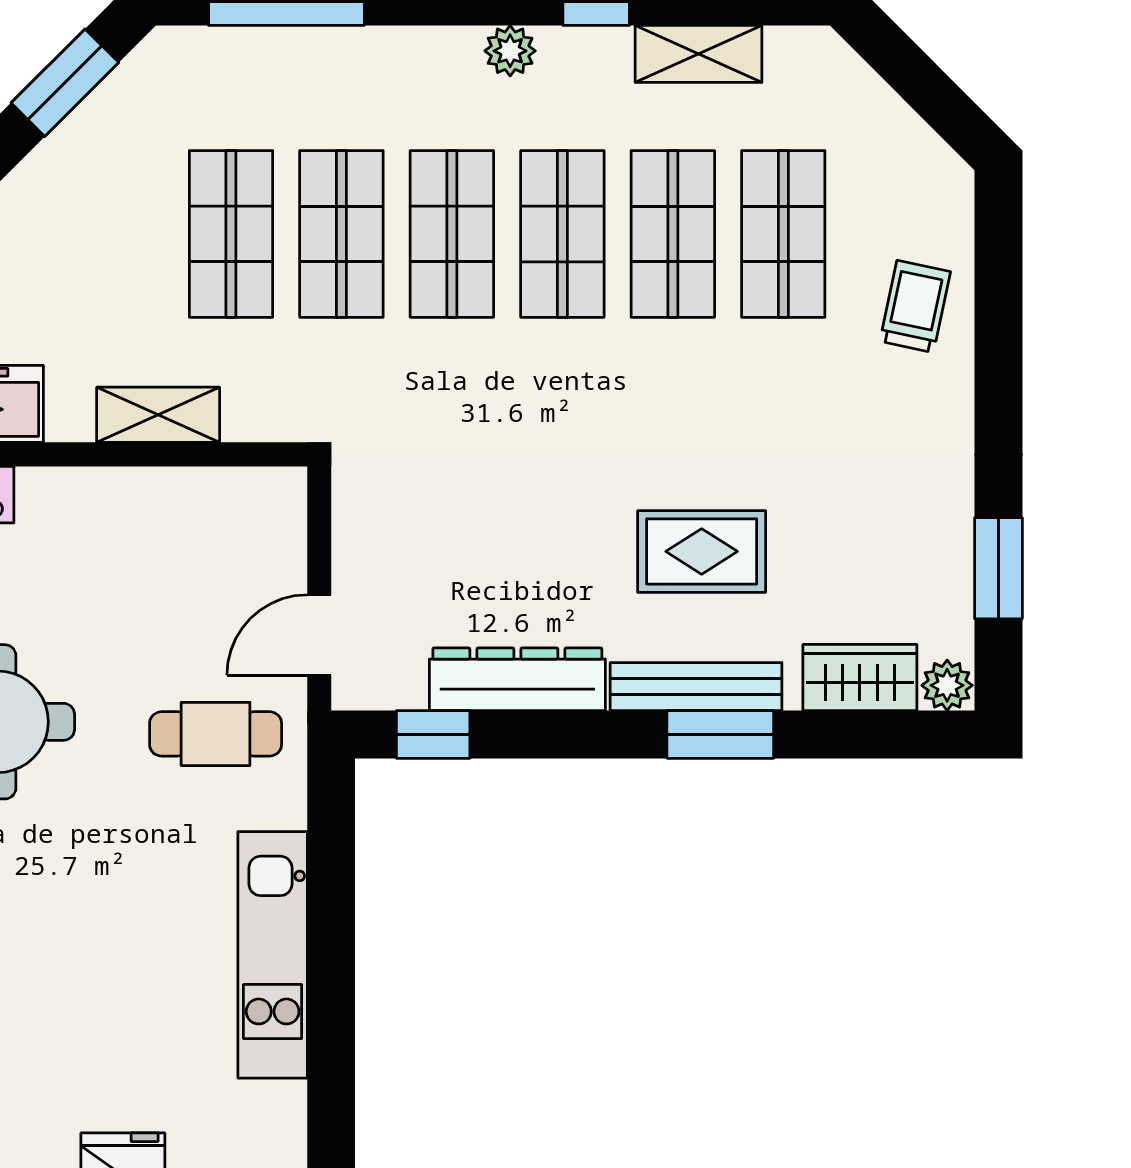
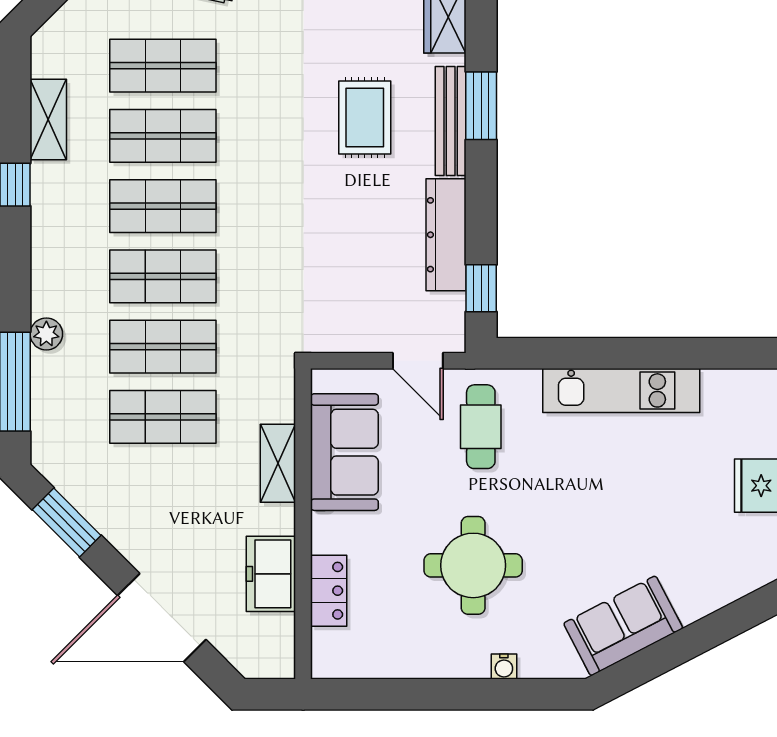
plant: (510, 51) -> (46, 334), moved
sofa: (176, 519) -> (344, 452), added

